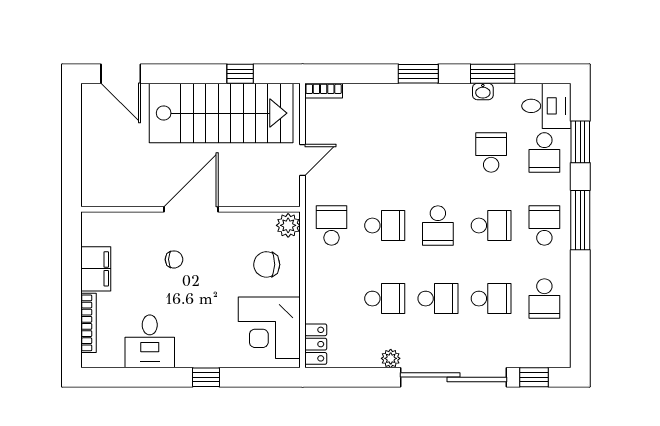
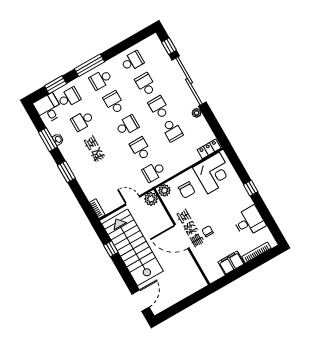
plant: (287, 193) -> (151, 199), added
school desk: (385, 299) -> (172, 130), turned 180

